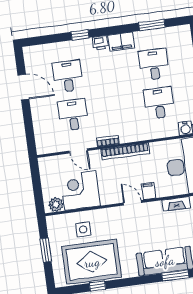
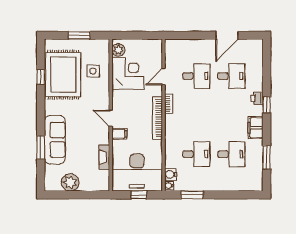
window: (80, 35) -> (267, 105), moved
printer: (100, 43) -> (257, 98), moved
door: (132, 203) -> (111, 118), swing flipped

